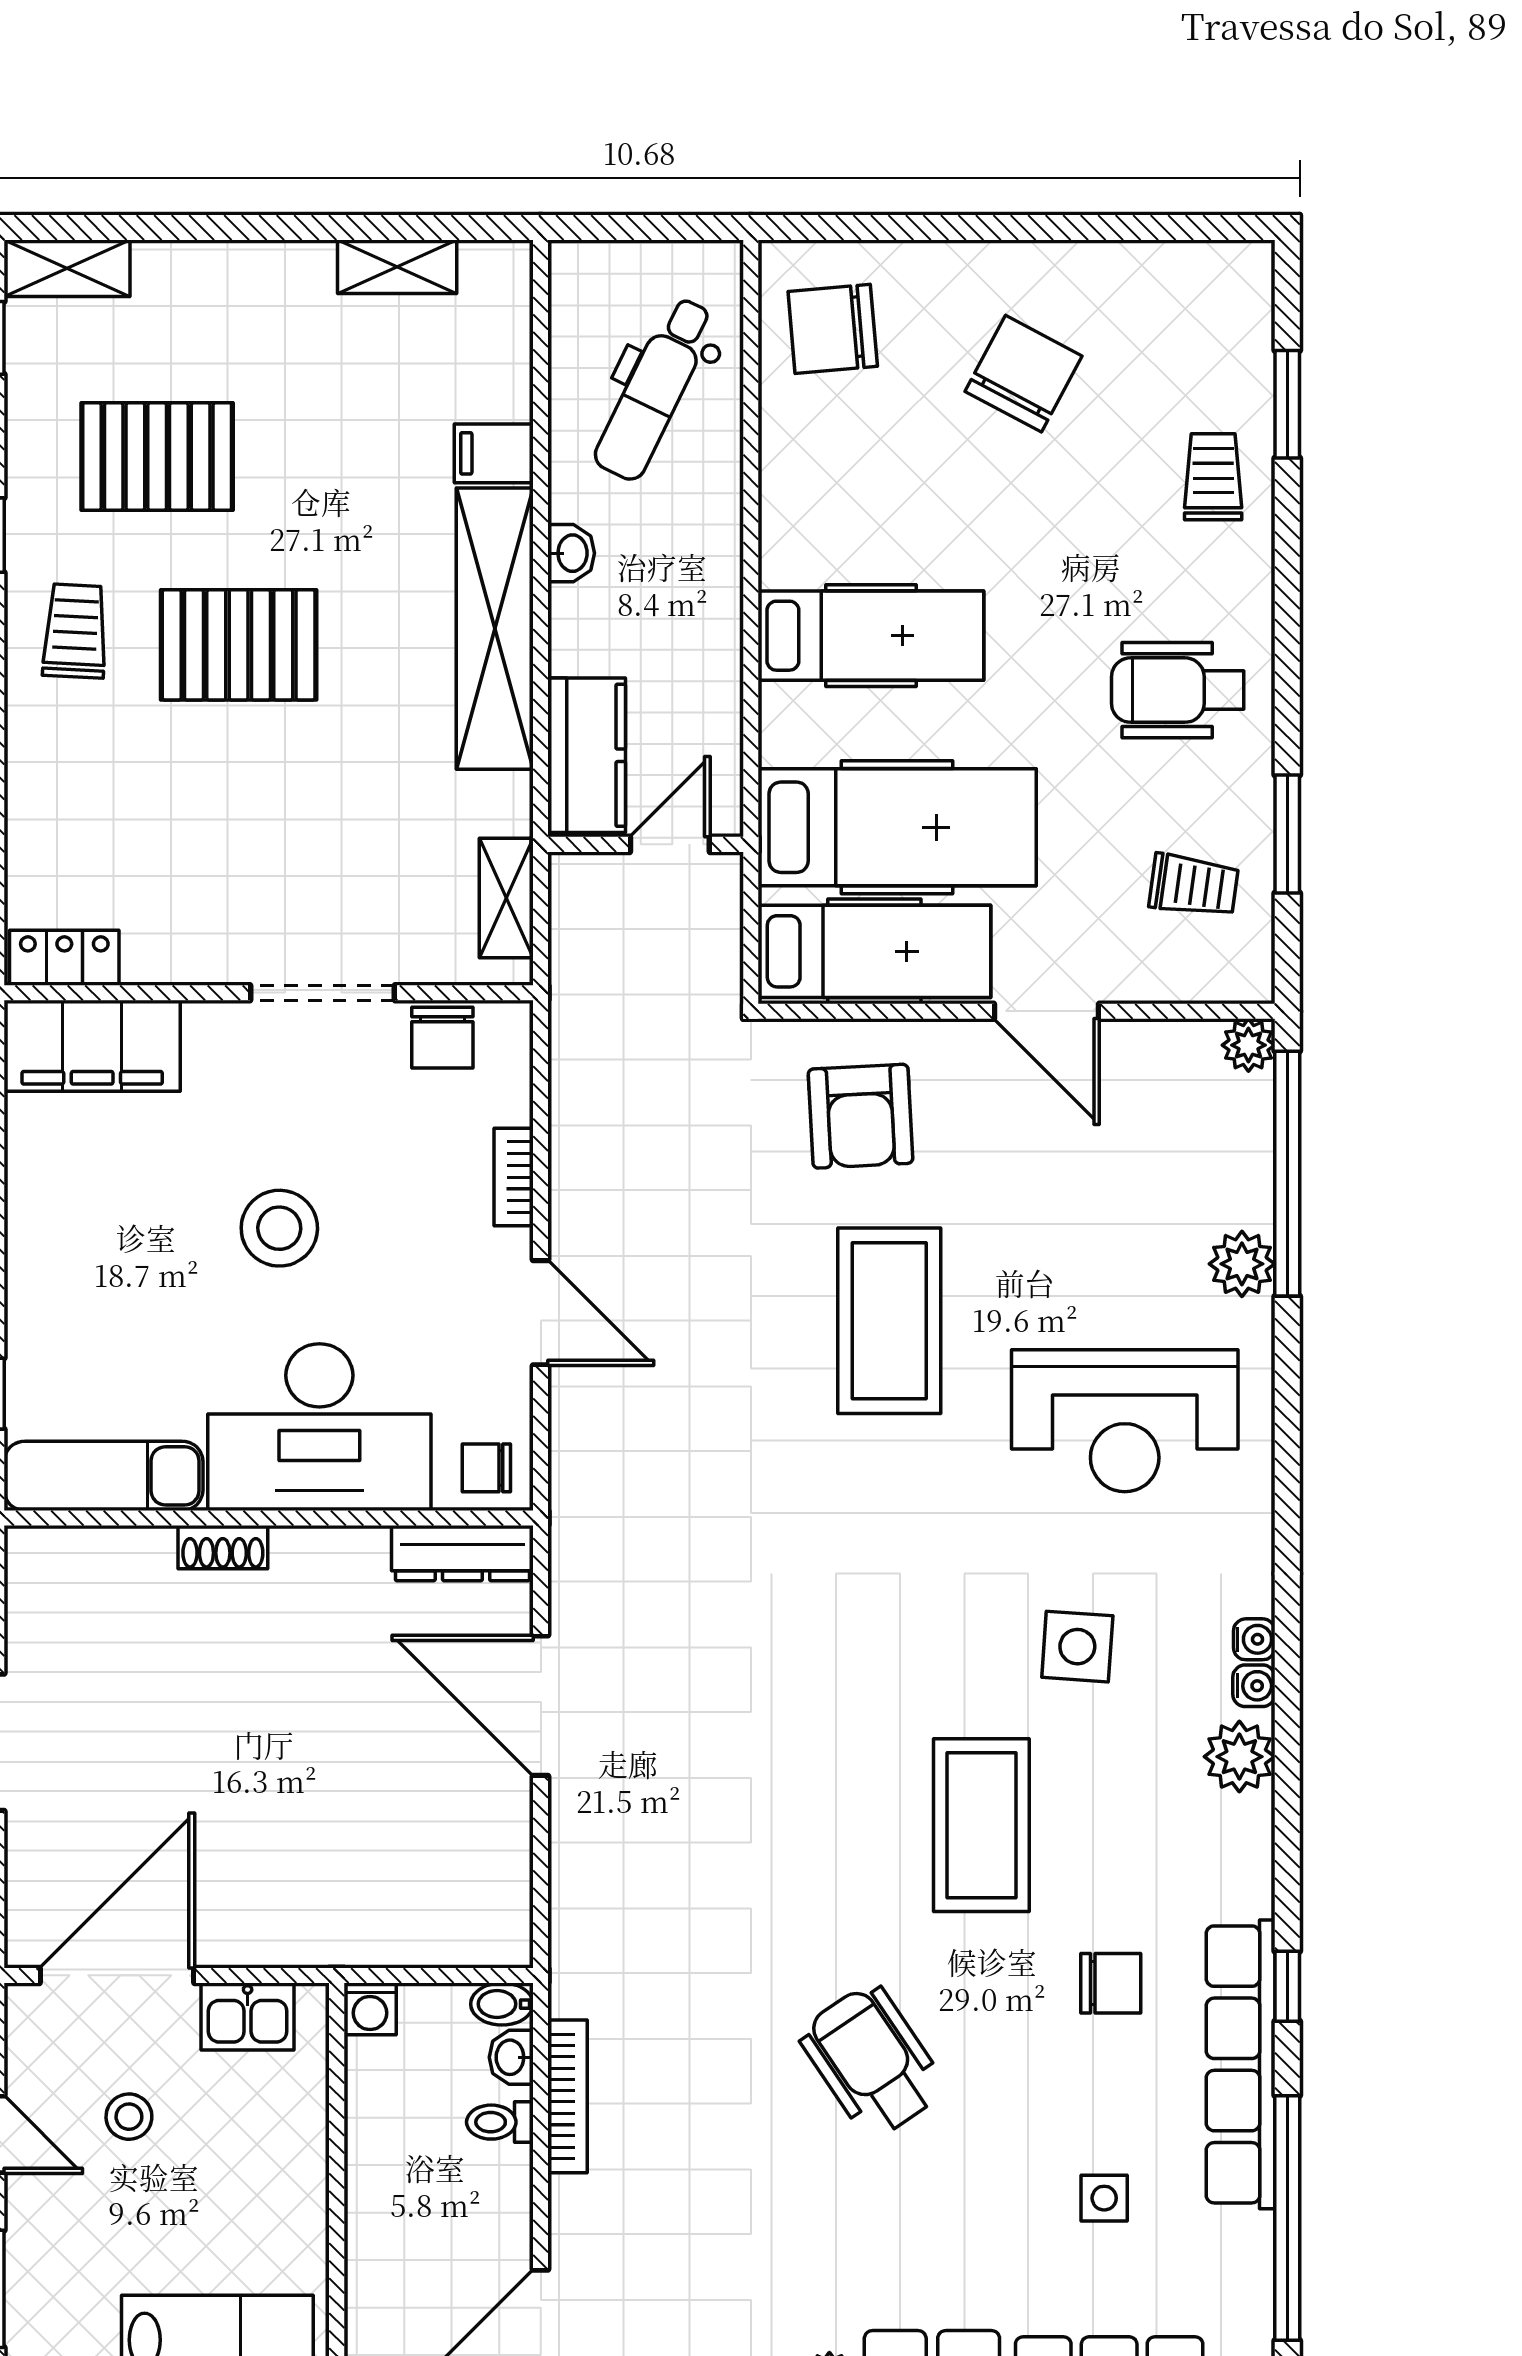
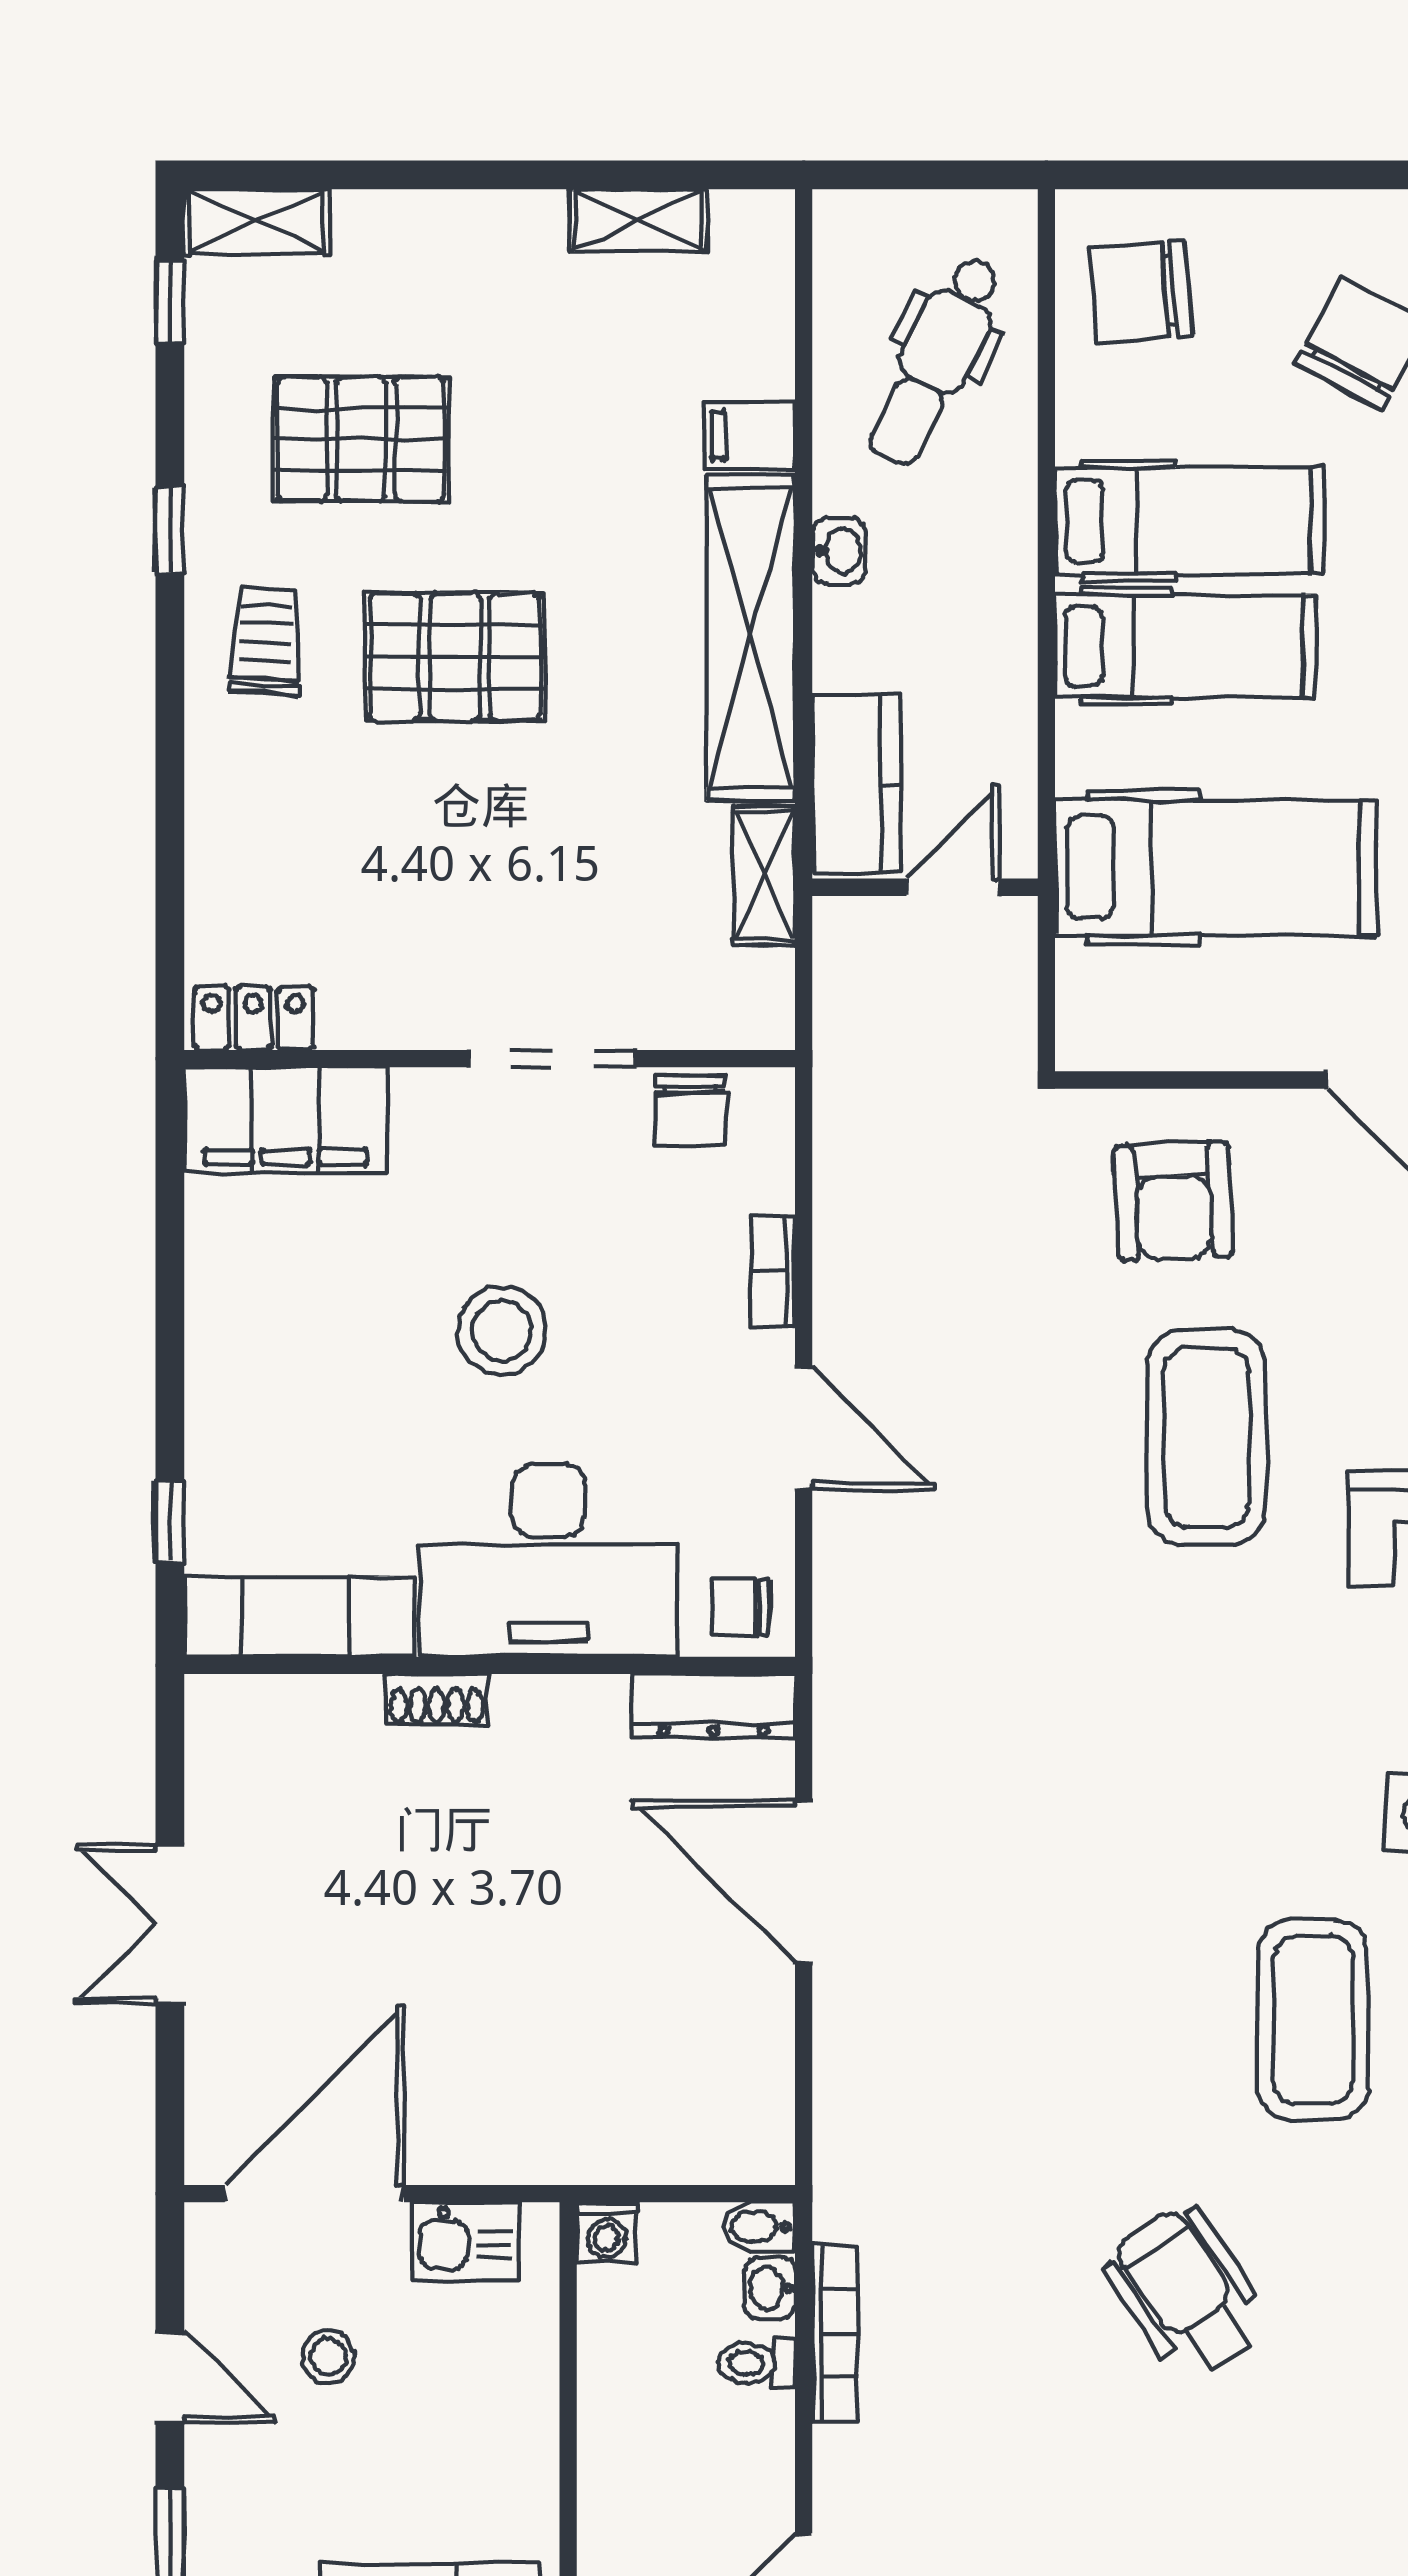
shelving: (506, 898) -> (764, 875), moved
hospital bed: (874, 951) -> (1189, 521), moved

